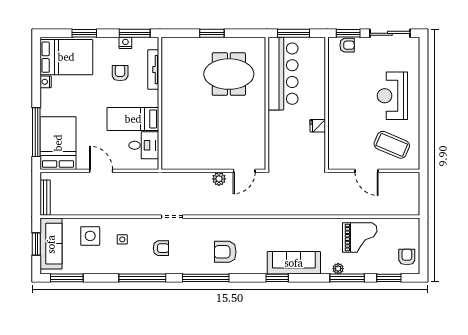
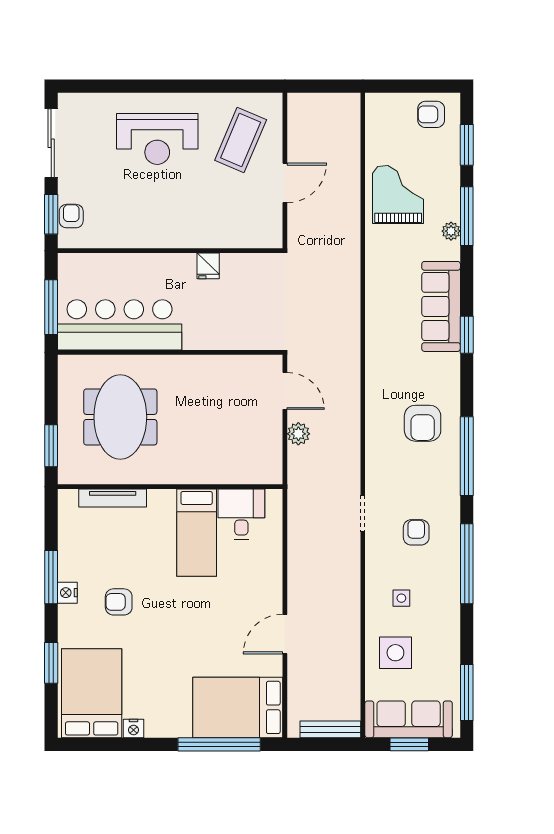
tv unit: (153, 70) -> (113, 498), moved
wall: (160, 103) -> (170, 487), moved
bed: (133, 119) -> (197, 533), moved
desk: (144, 145) -> (241, 514), moved

